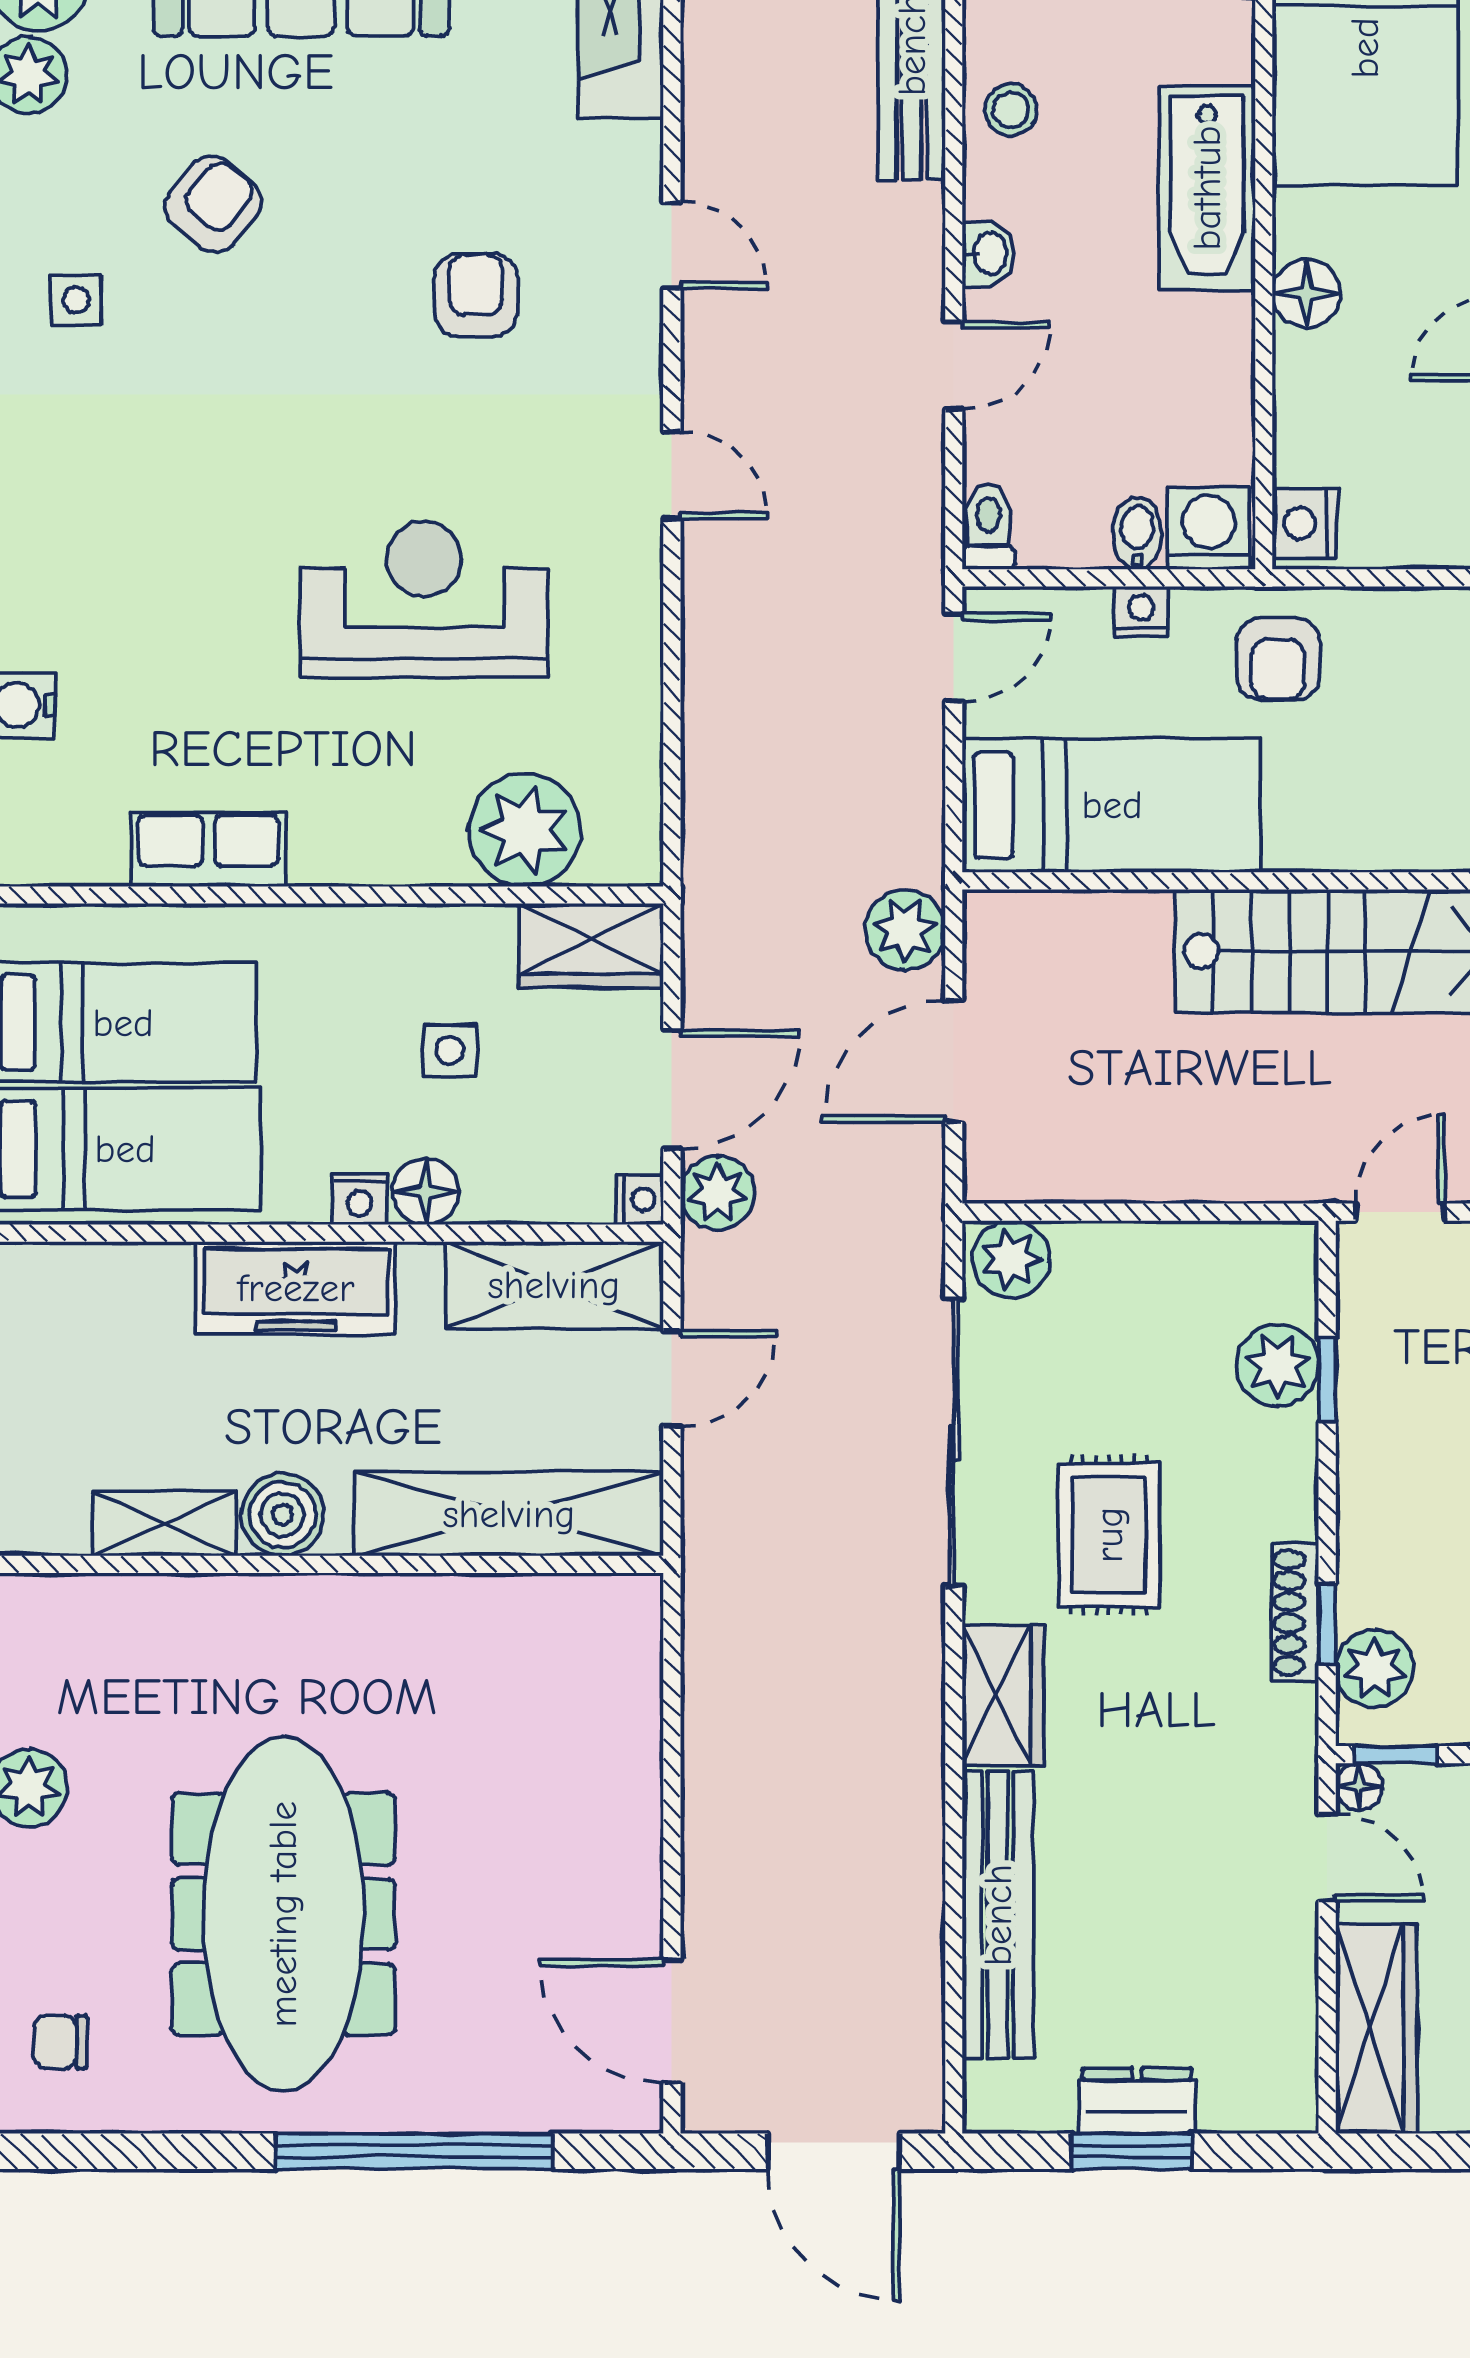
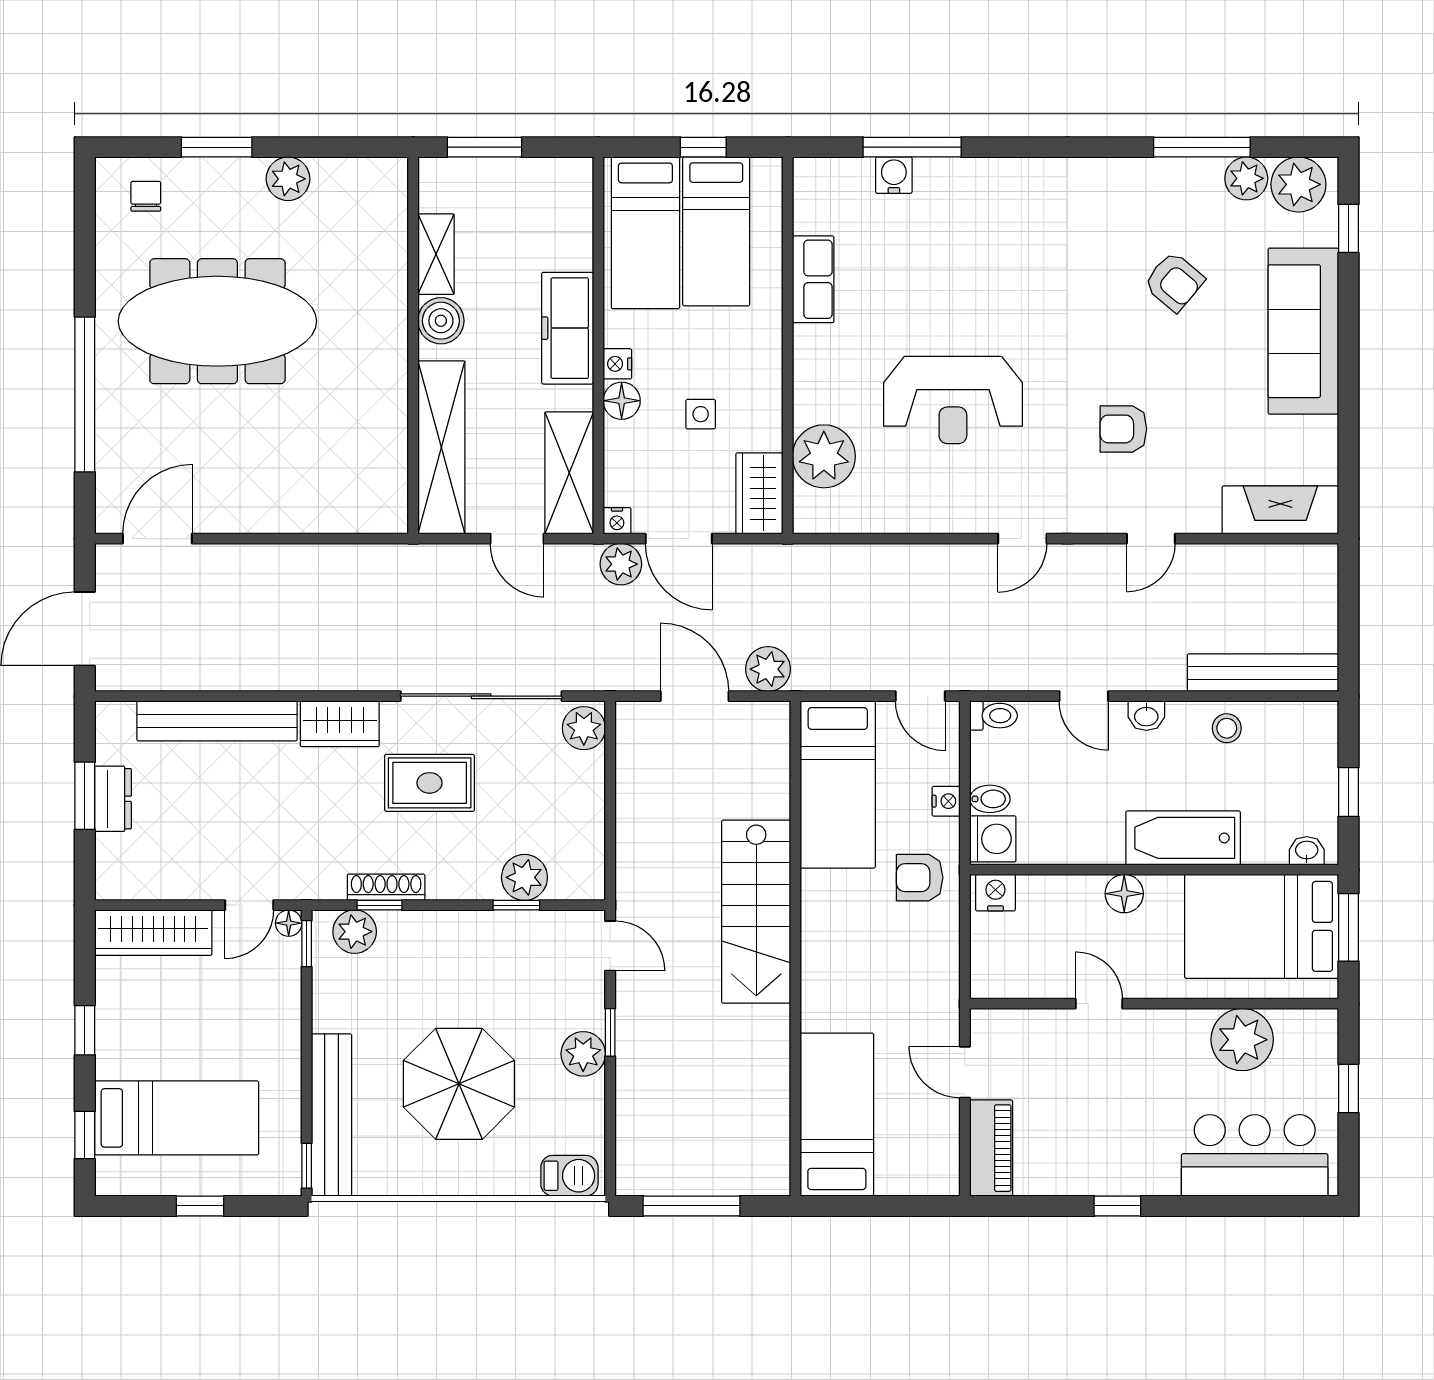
armchair: (476, 295) -> (1123, 429), turned 180
side table: (76, 300) -> (1120, 205), removed
reception desk: (424, 599) -> (953, 400), turned 90

